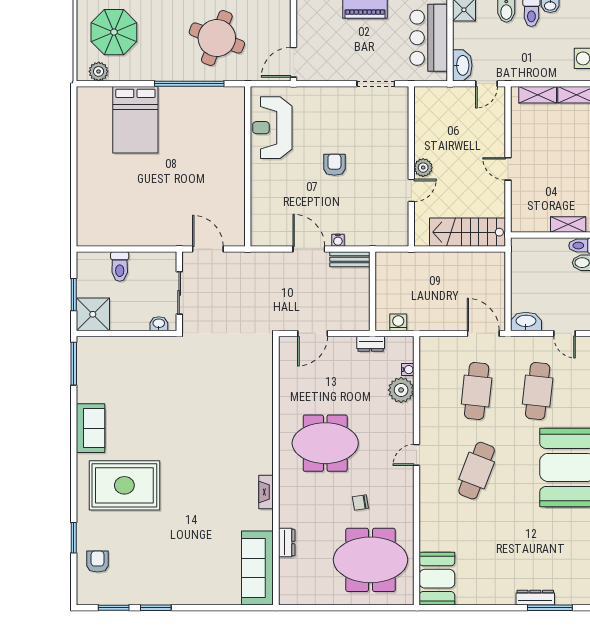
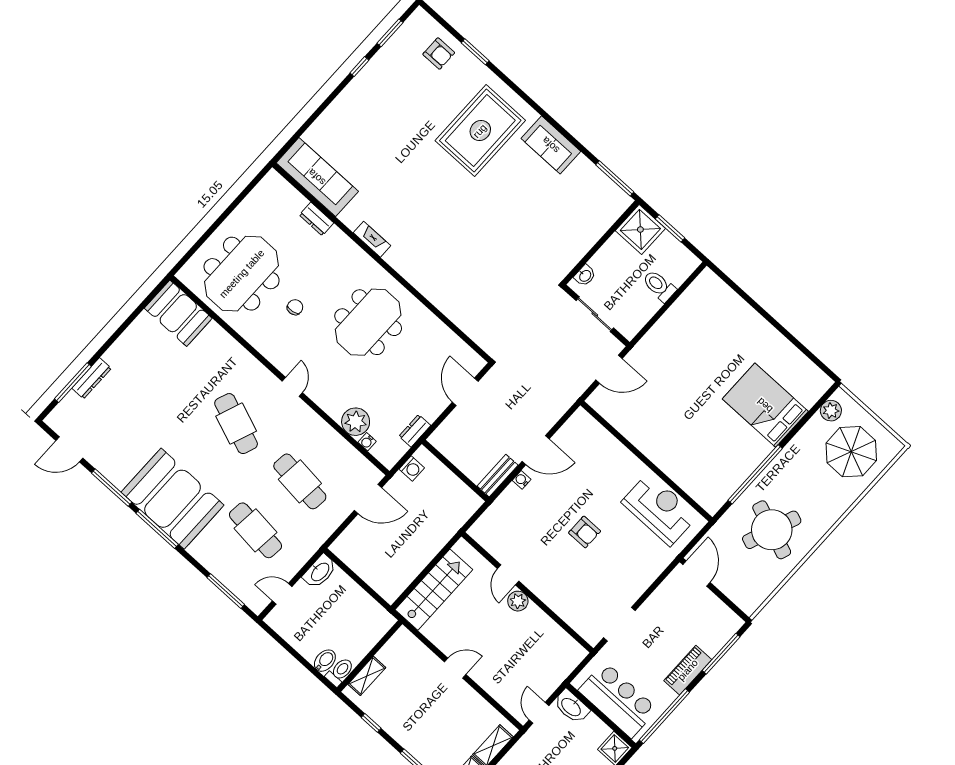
door: (483, 333) -> (368, 499), moved
window: (156, 608) -> (359, 67), width x0.67

